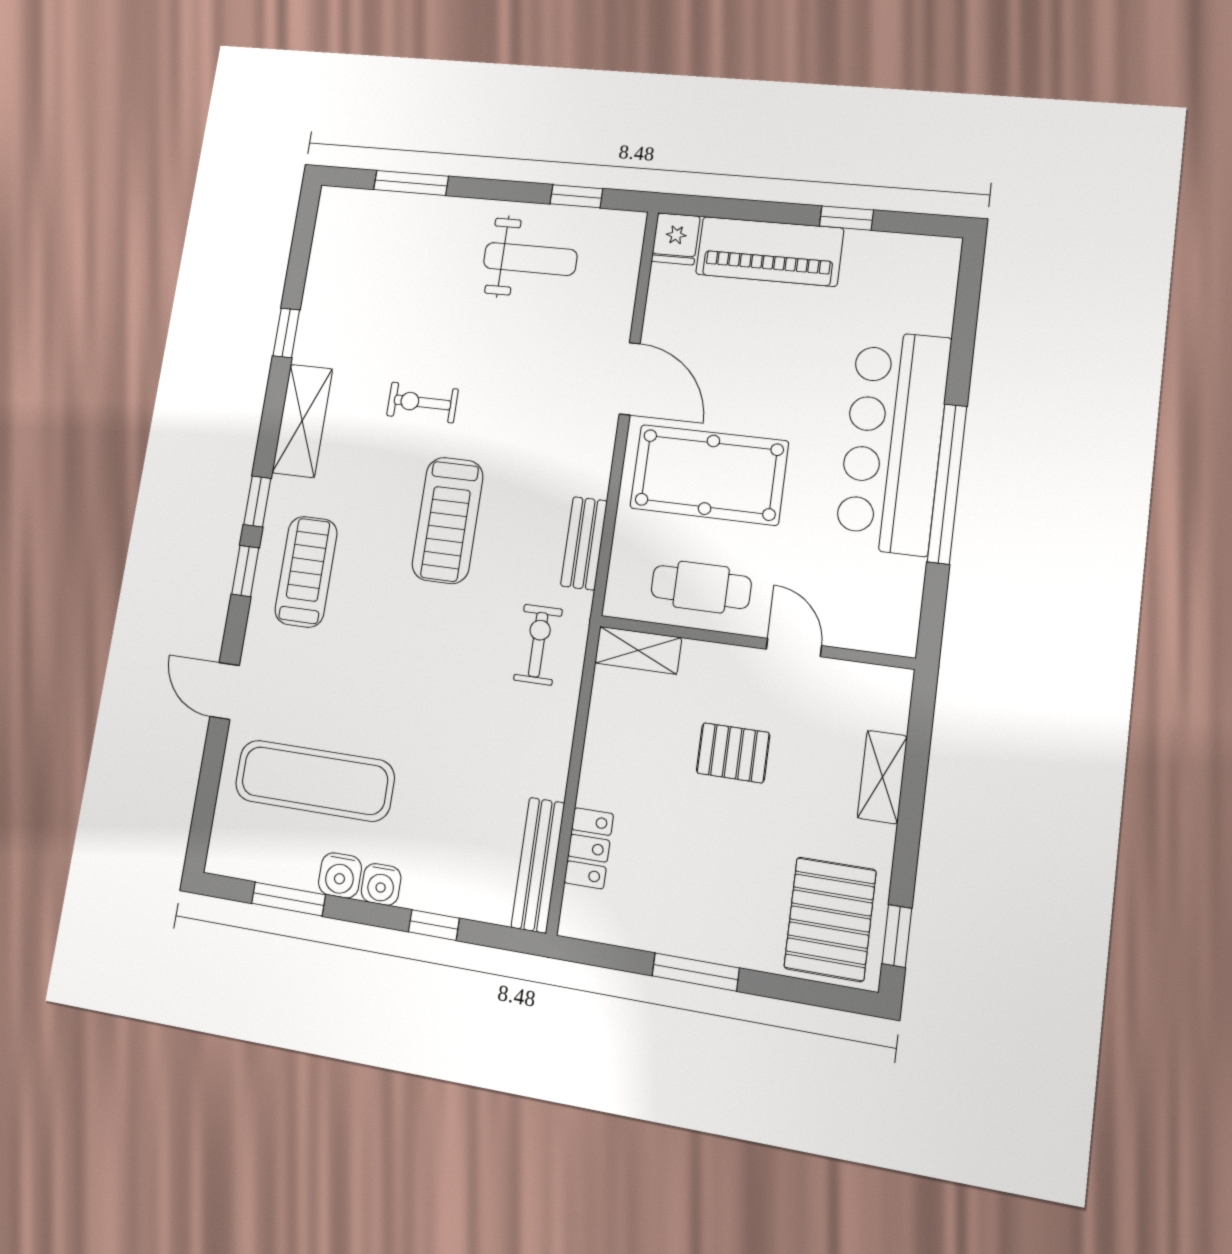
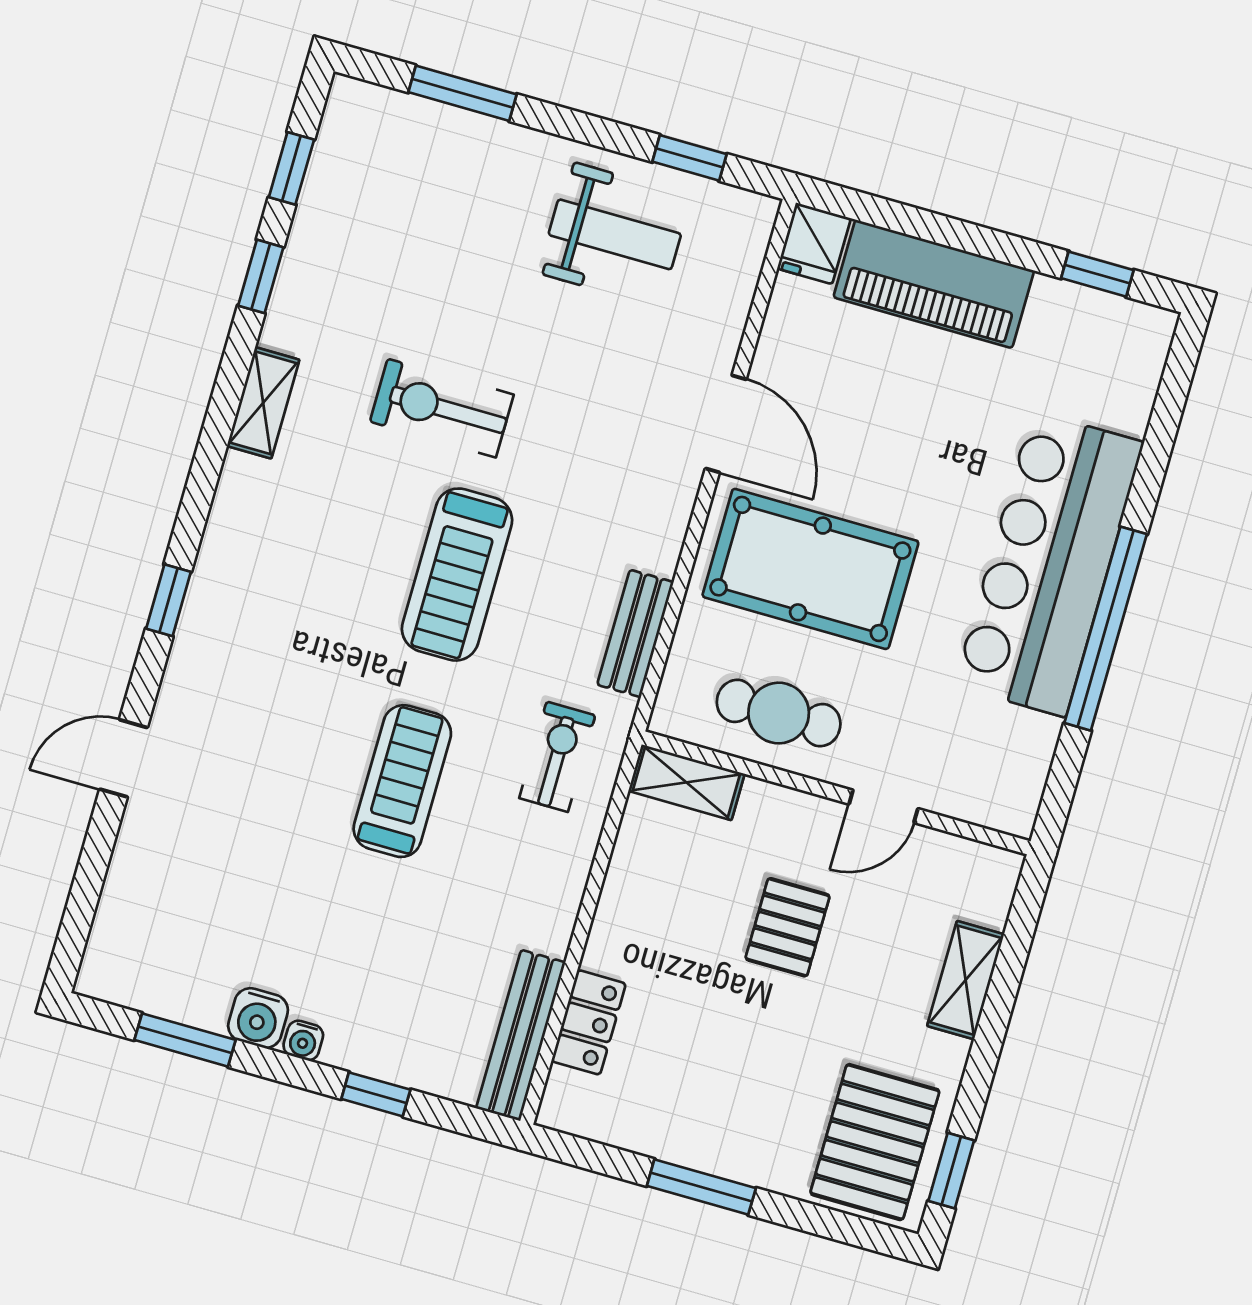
window: (846, 218) -> (1097, 274), moved
exercise bike: (422, 402) -> (442, 408), width x1.38, depth x1.39
shelving: (302, 421) -> (263, 403), width x0.67, depth x0.75
window: (257, 501) -> (291, 168), moved
treadmill: (306, 572) -> (402, 781), moved
door: (794, 647) -> (883, 806), swing flipped
door: (225, 691) -> (123, 758), hinge flipped
pallet: (733, 753) -> (788, 927), turned 90
exercise mat: (315, 781) -> (236, 893), removed
water cooler: (381, 884) -> (303, 1040), width x0.72, depth x0.72

